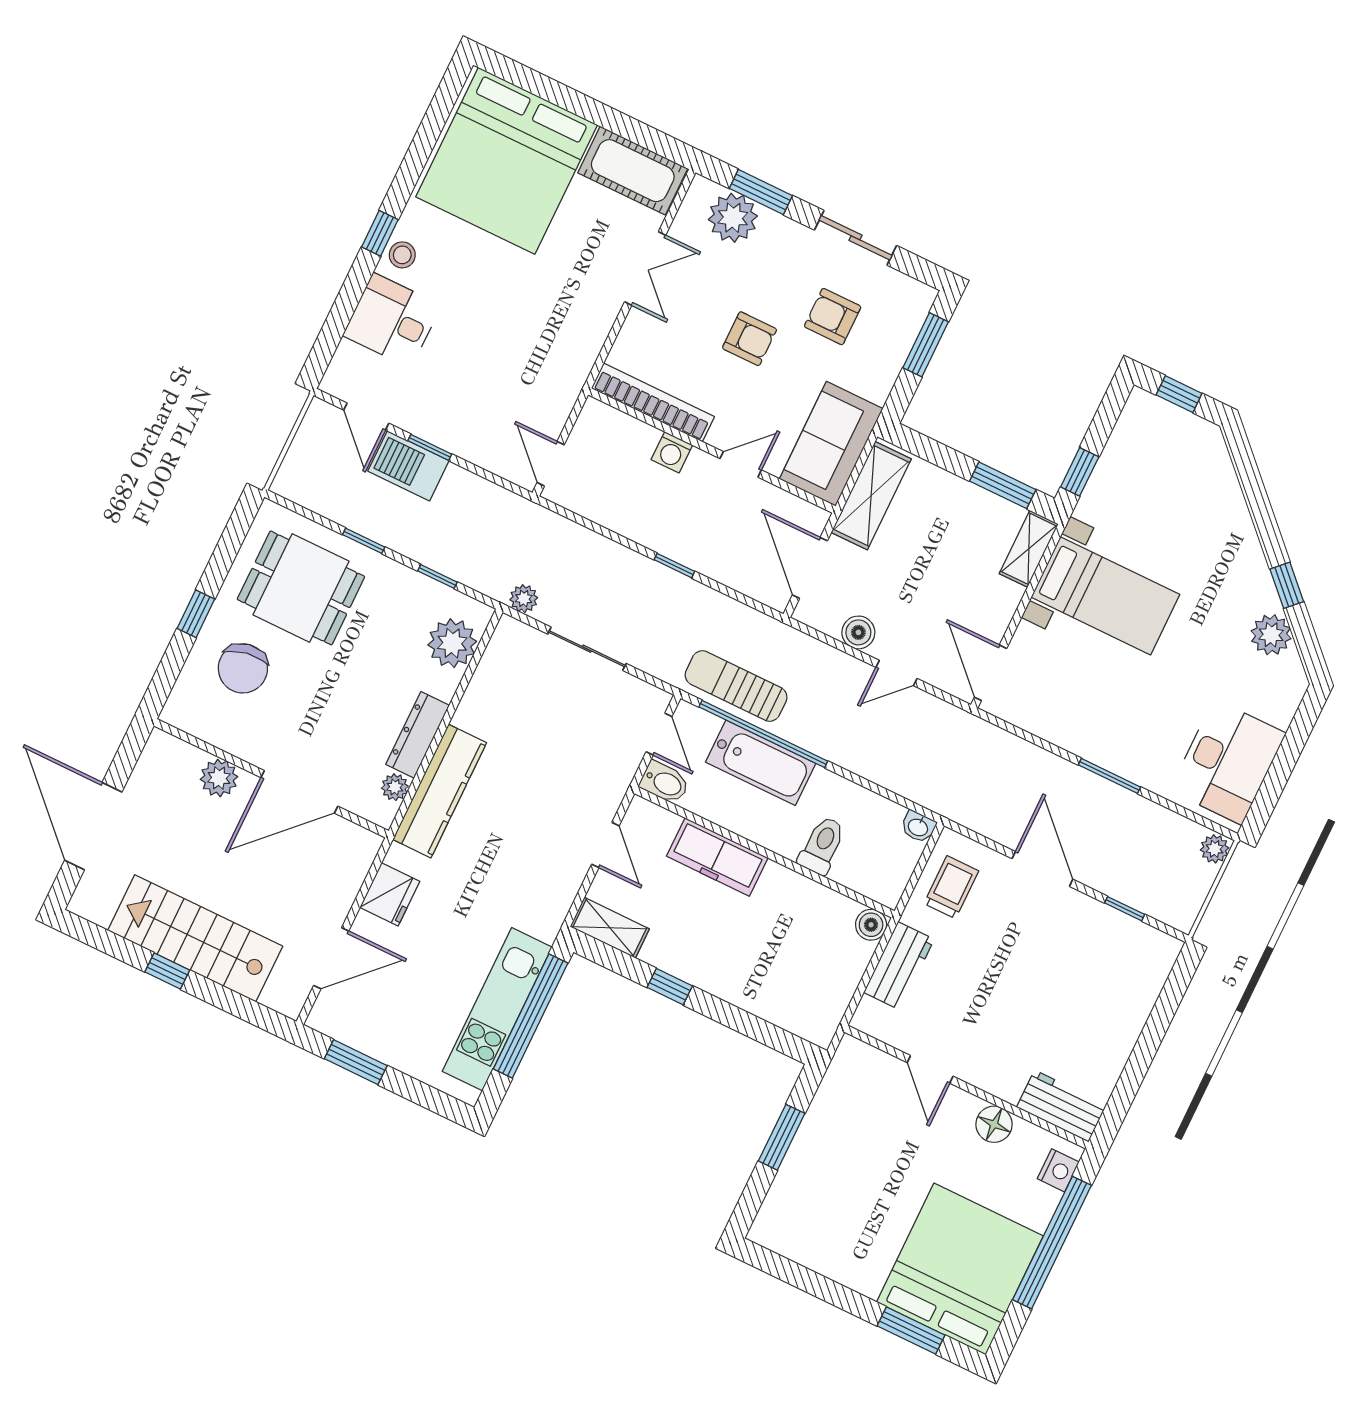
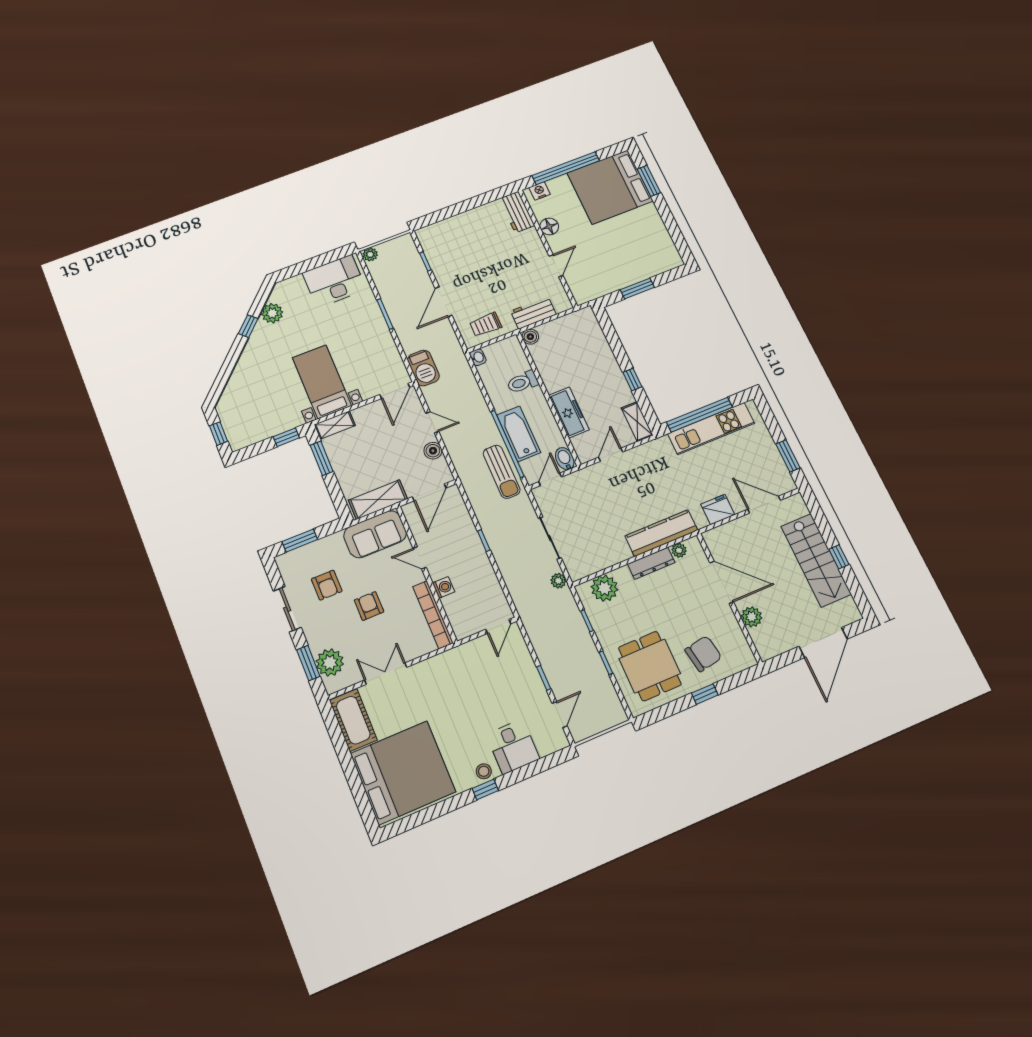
barbecue: (408, 466) -> (423, 368), moved

